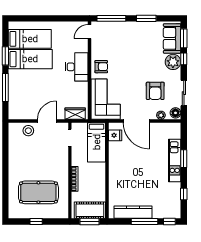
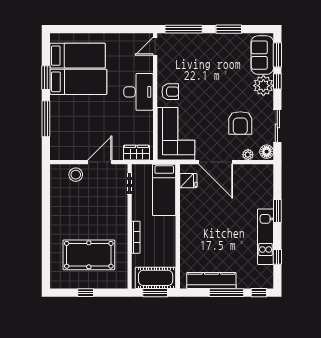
kitchen unit: (175, 160) -> (266, 237), moved

